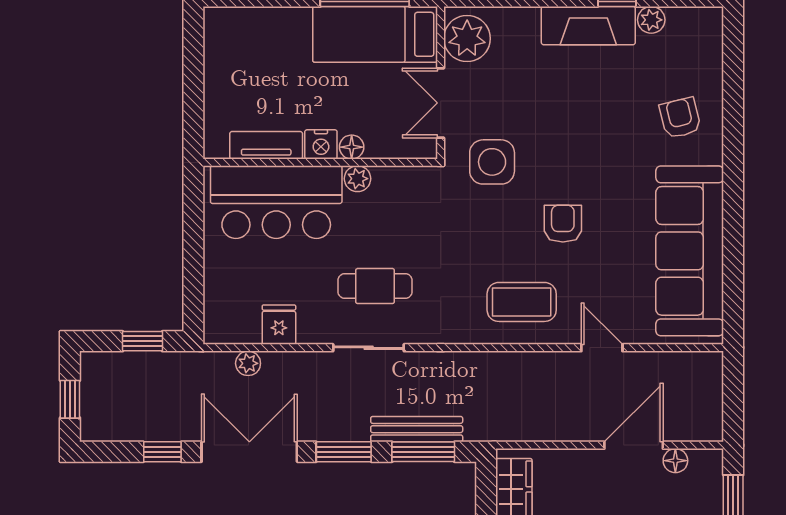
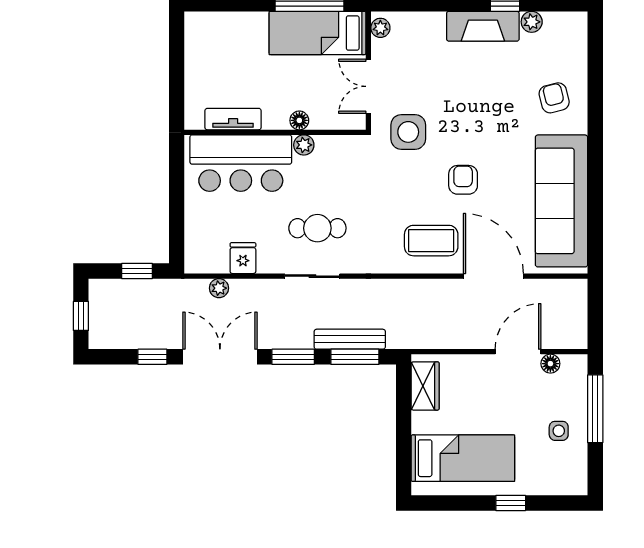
plant: (467, 39) -> (380, 28), width x0.53, depth x0.53
nightstand: (321, 144) -> (276, 118), removed
door: (602, 348) -> (493, 276), width x1.87

